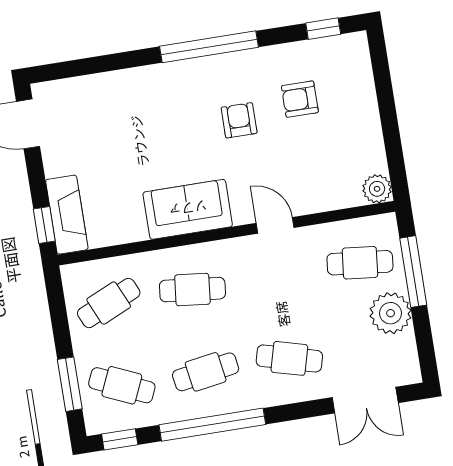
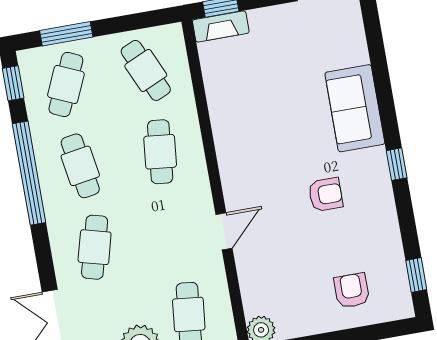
window: (209, 47) -> (397, 164), width x0.32
armchair: (300, 99) -> (352, 291), moved
sofa: (188, 209) -> (355, 108), moved, turned 180
fireplace: (67, 215) -> (221, 26), width x0.73, depth x0.76

